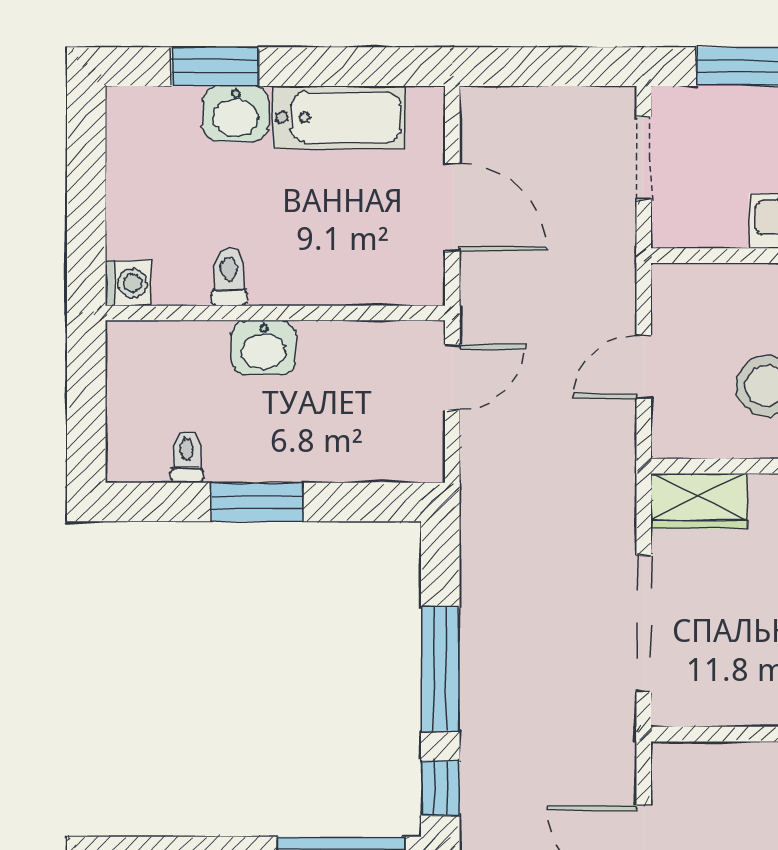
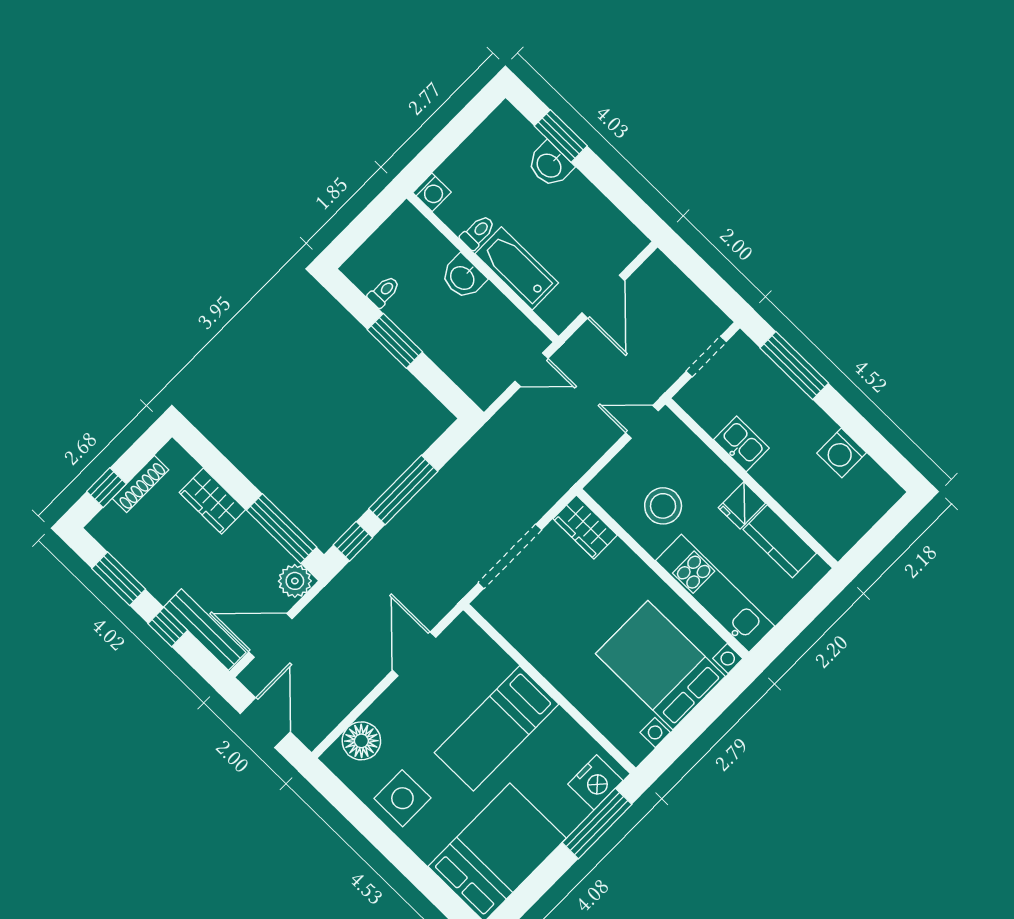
bathtub: (339, 117) -> (517, 268), moved, turned 180
door: (644, 367) -> (642, 422), moved

